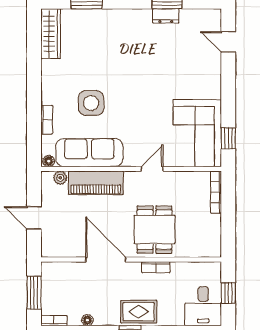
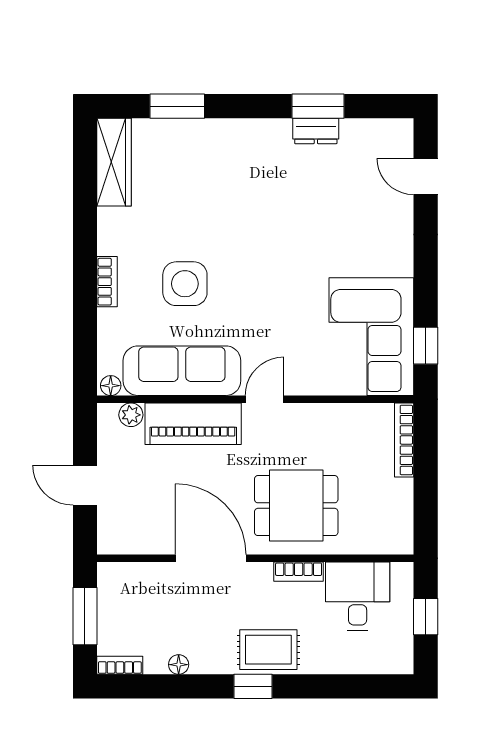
bookcase: (47, 120) -> (107, 282), moved
door: (152, 169) -> (265, 399), moved
dining table: (155, 230) -> (296, 506), turned 90
desk: (203, 306) -> (358, 596), moved, turned 180

